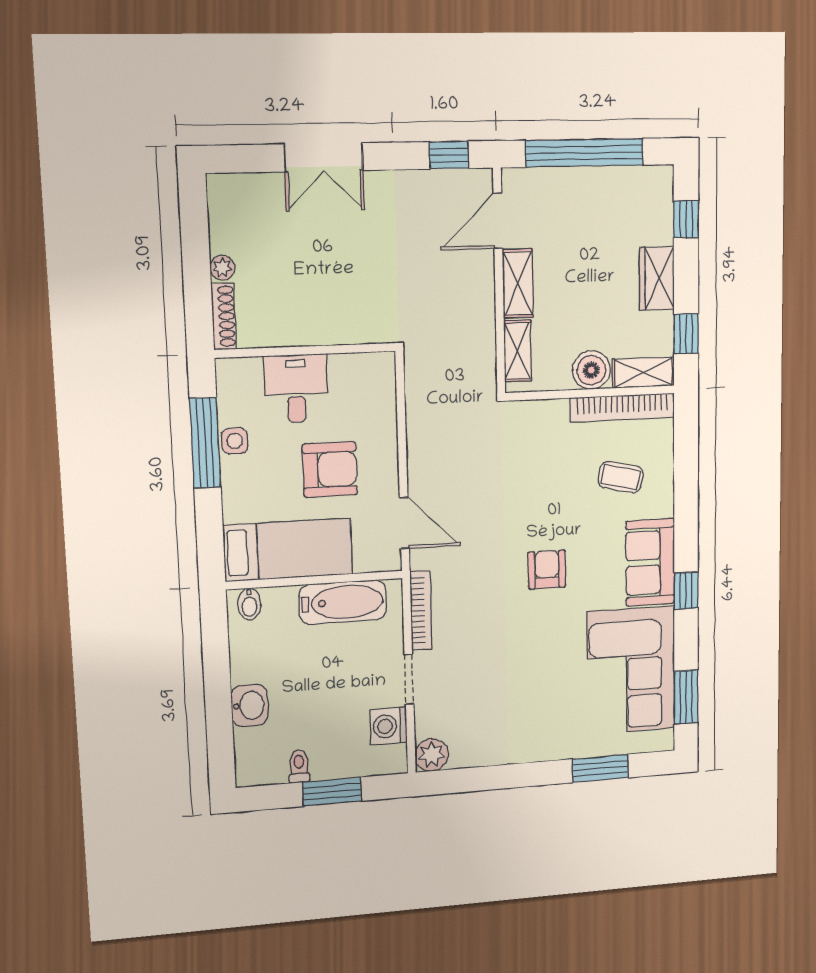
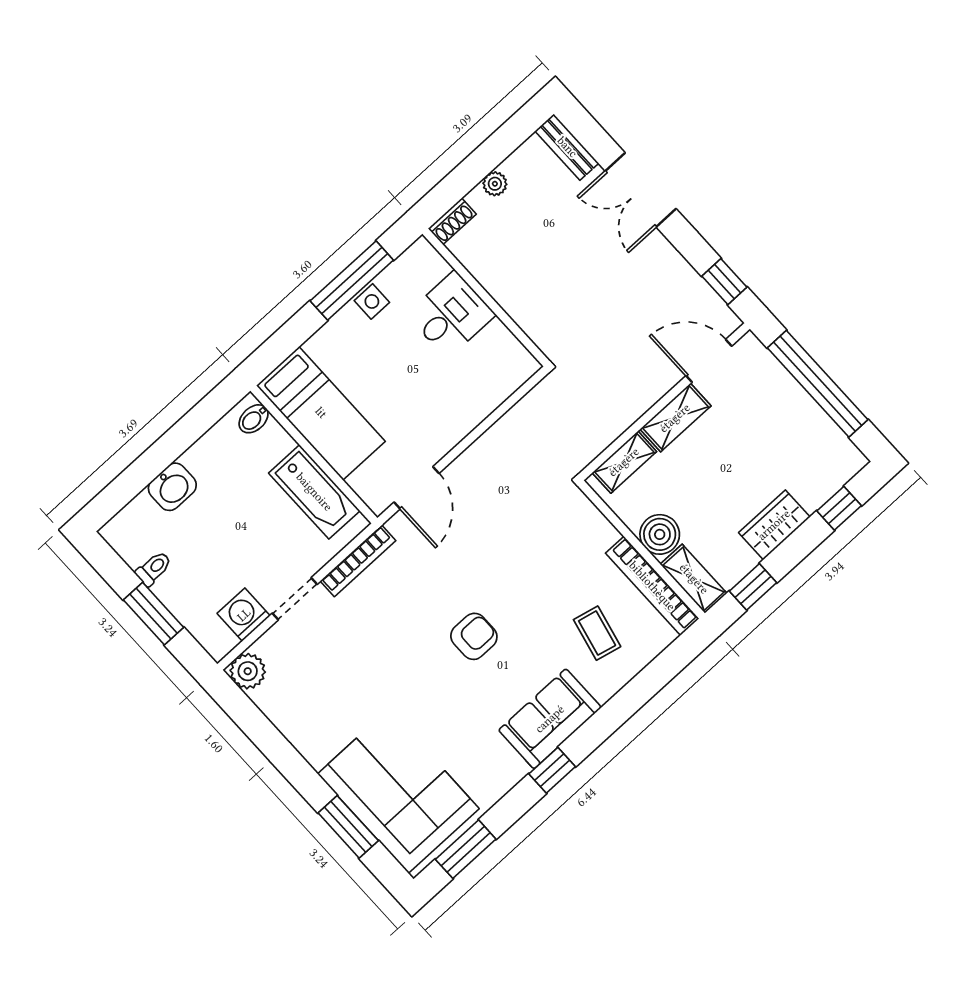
bench: (241, 186) -> (567, 147), added
shoe rack: (224, 316) -> (452, 221), width x0.70
armchair: (330, 470) -> (410, 393), removed
corner sofa: (631, 670) -> (398, 791), moved, turned 90

